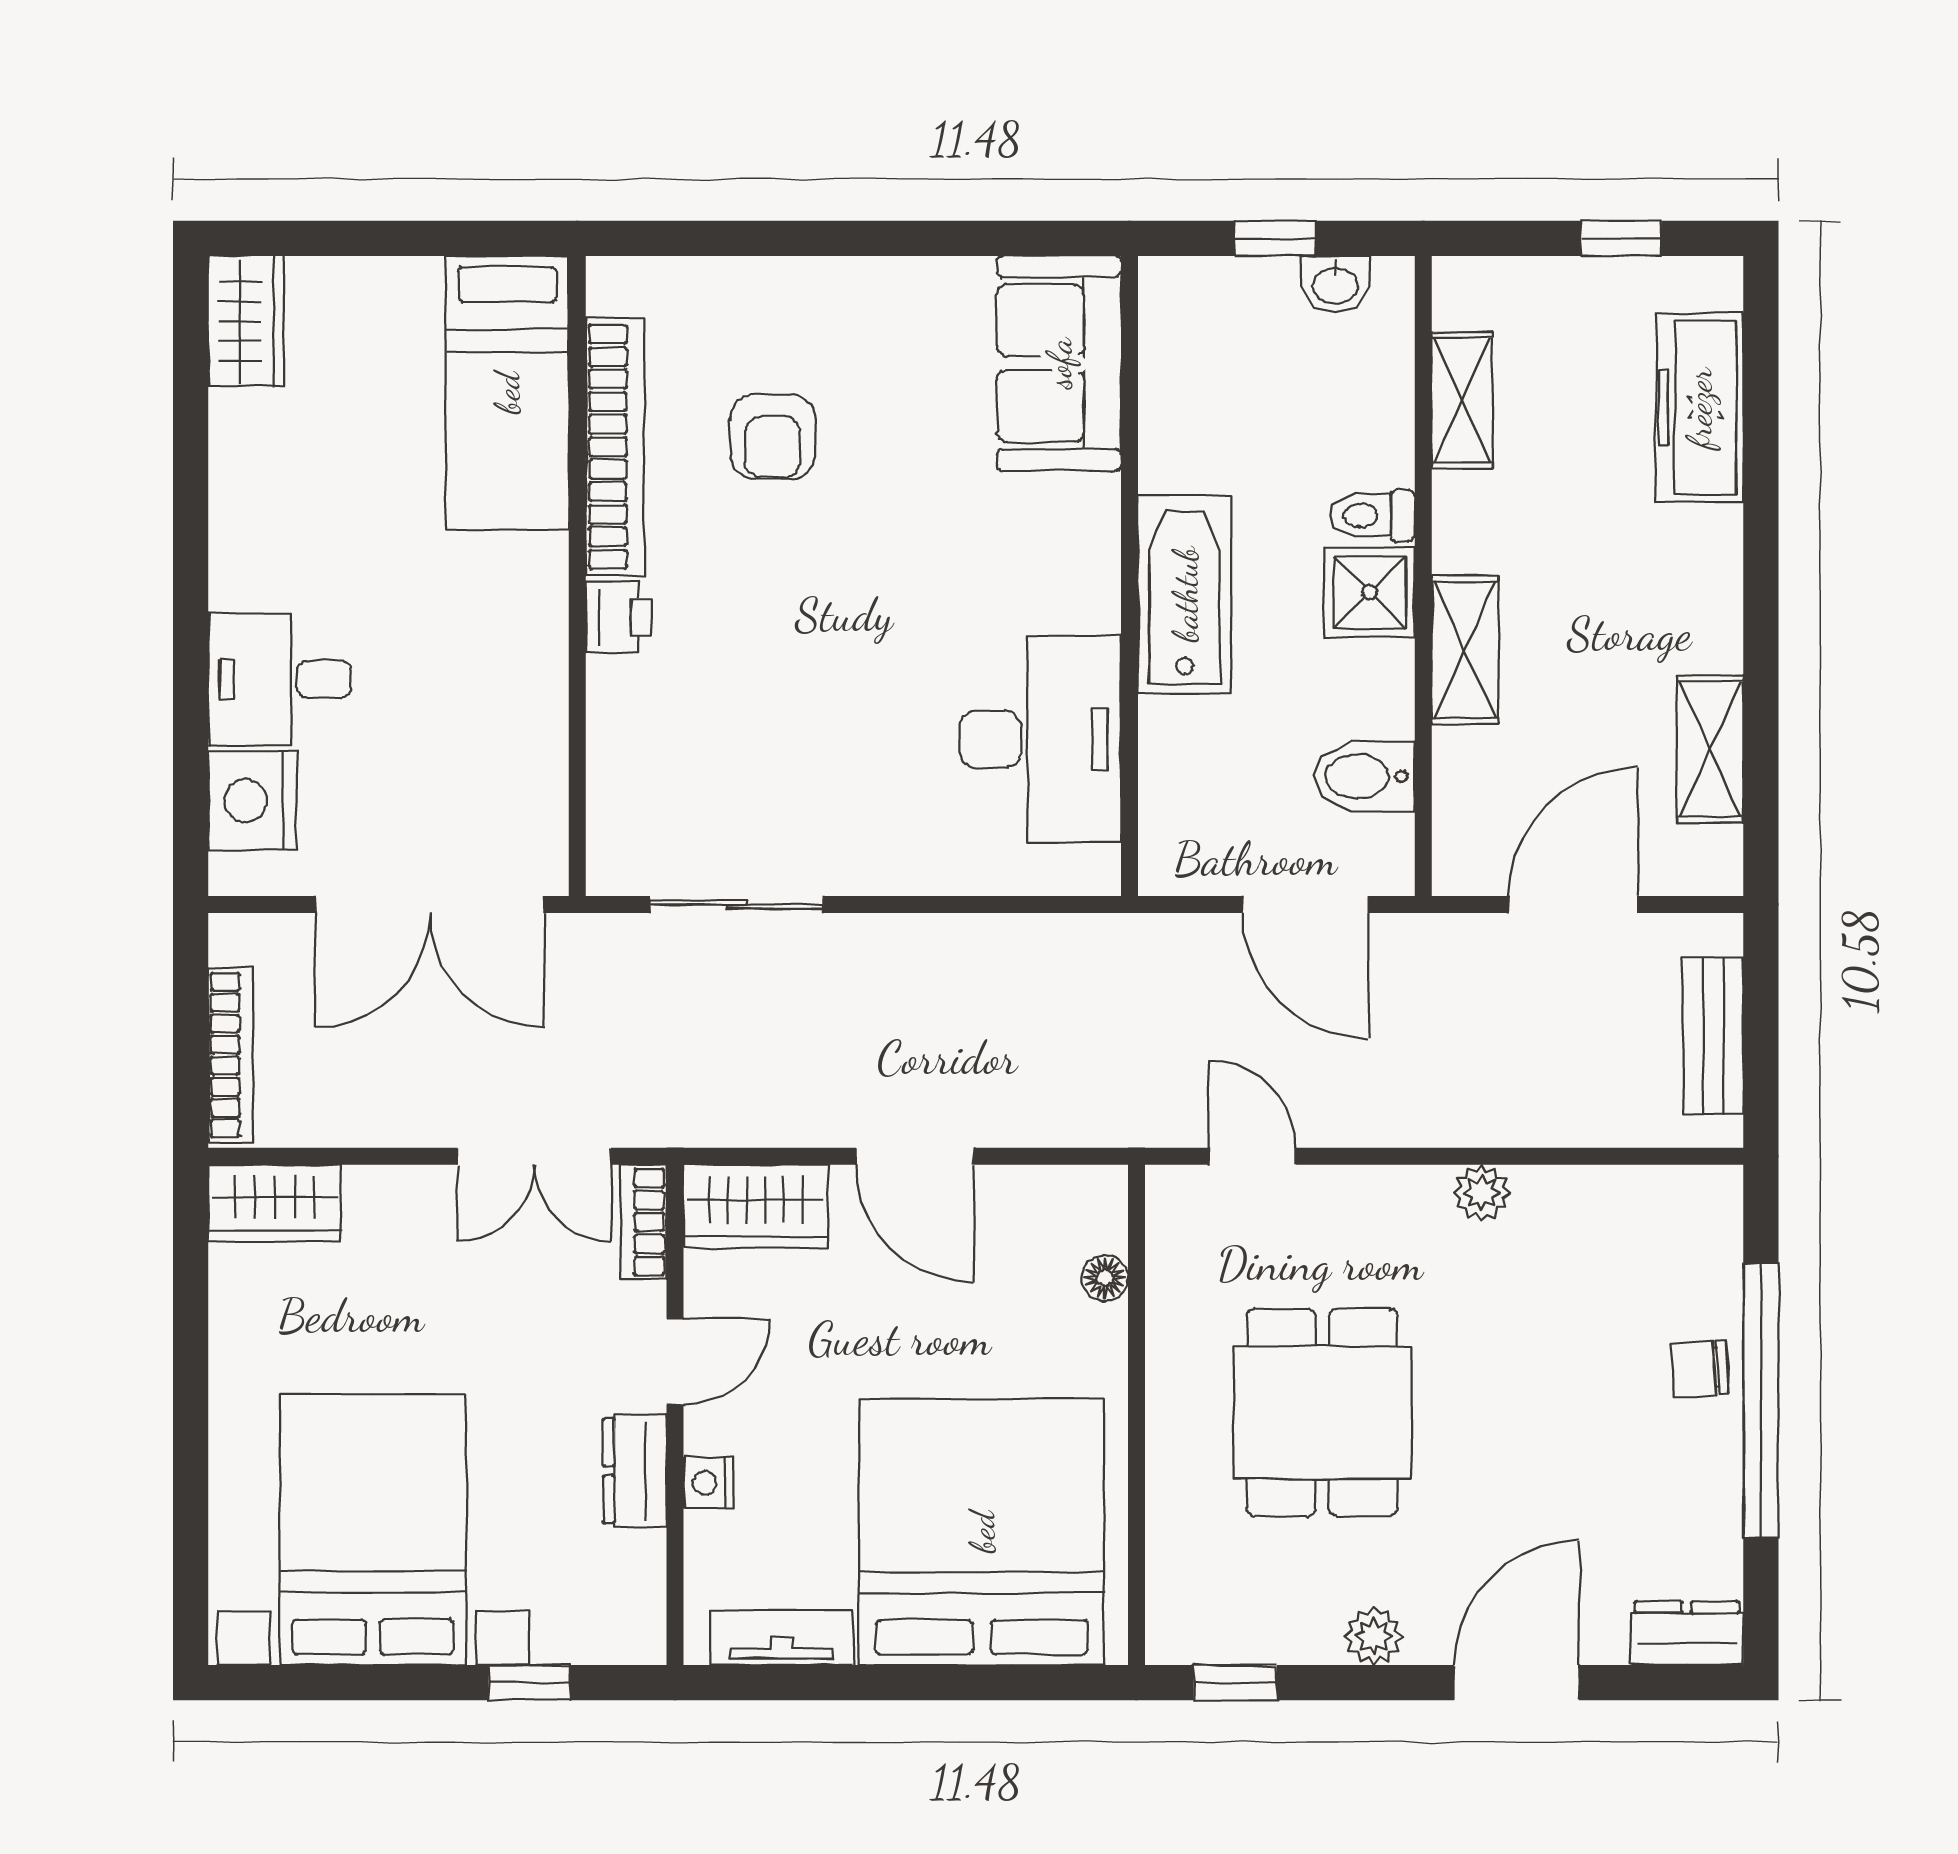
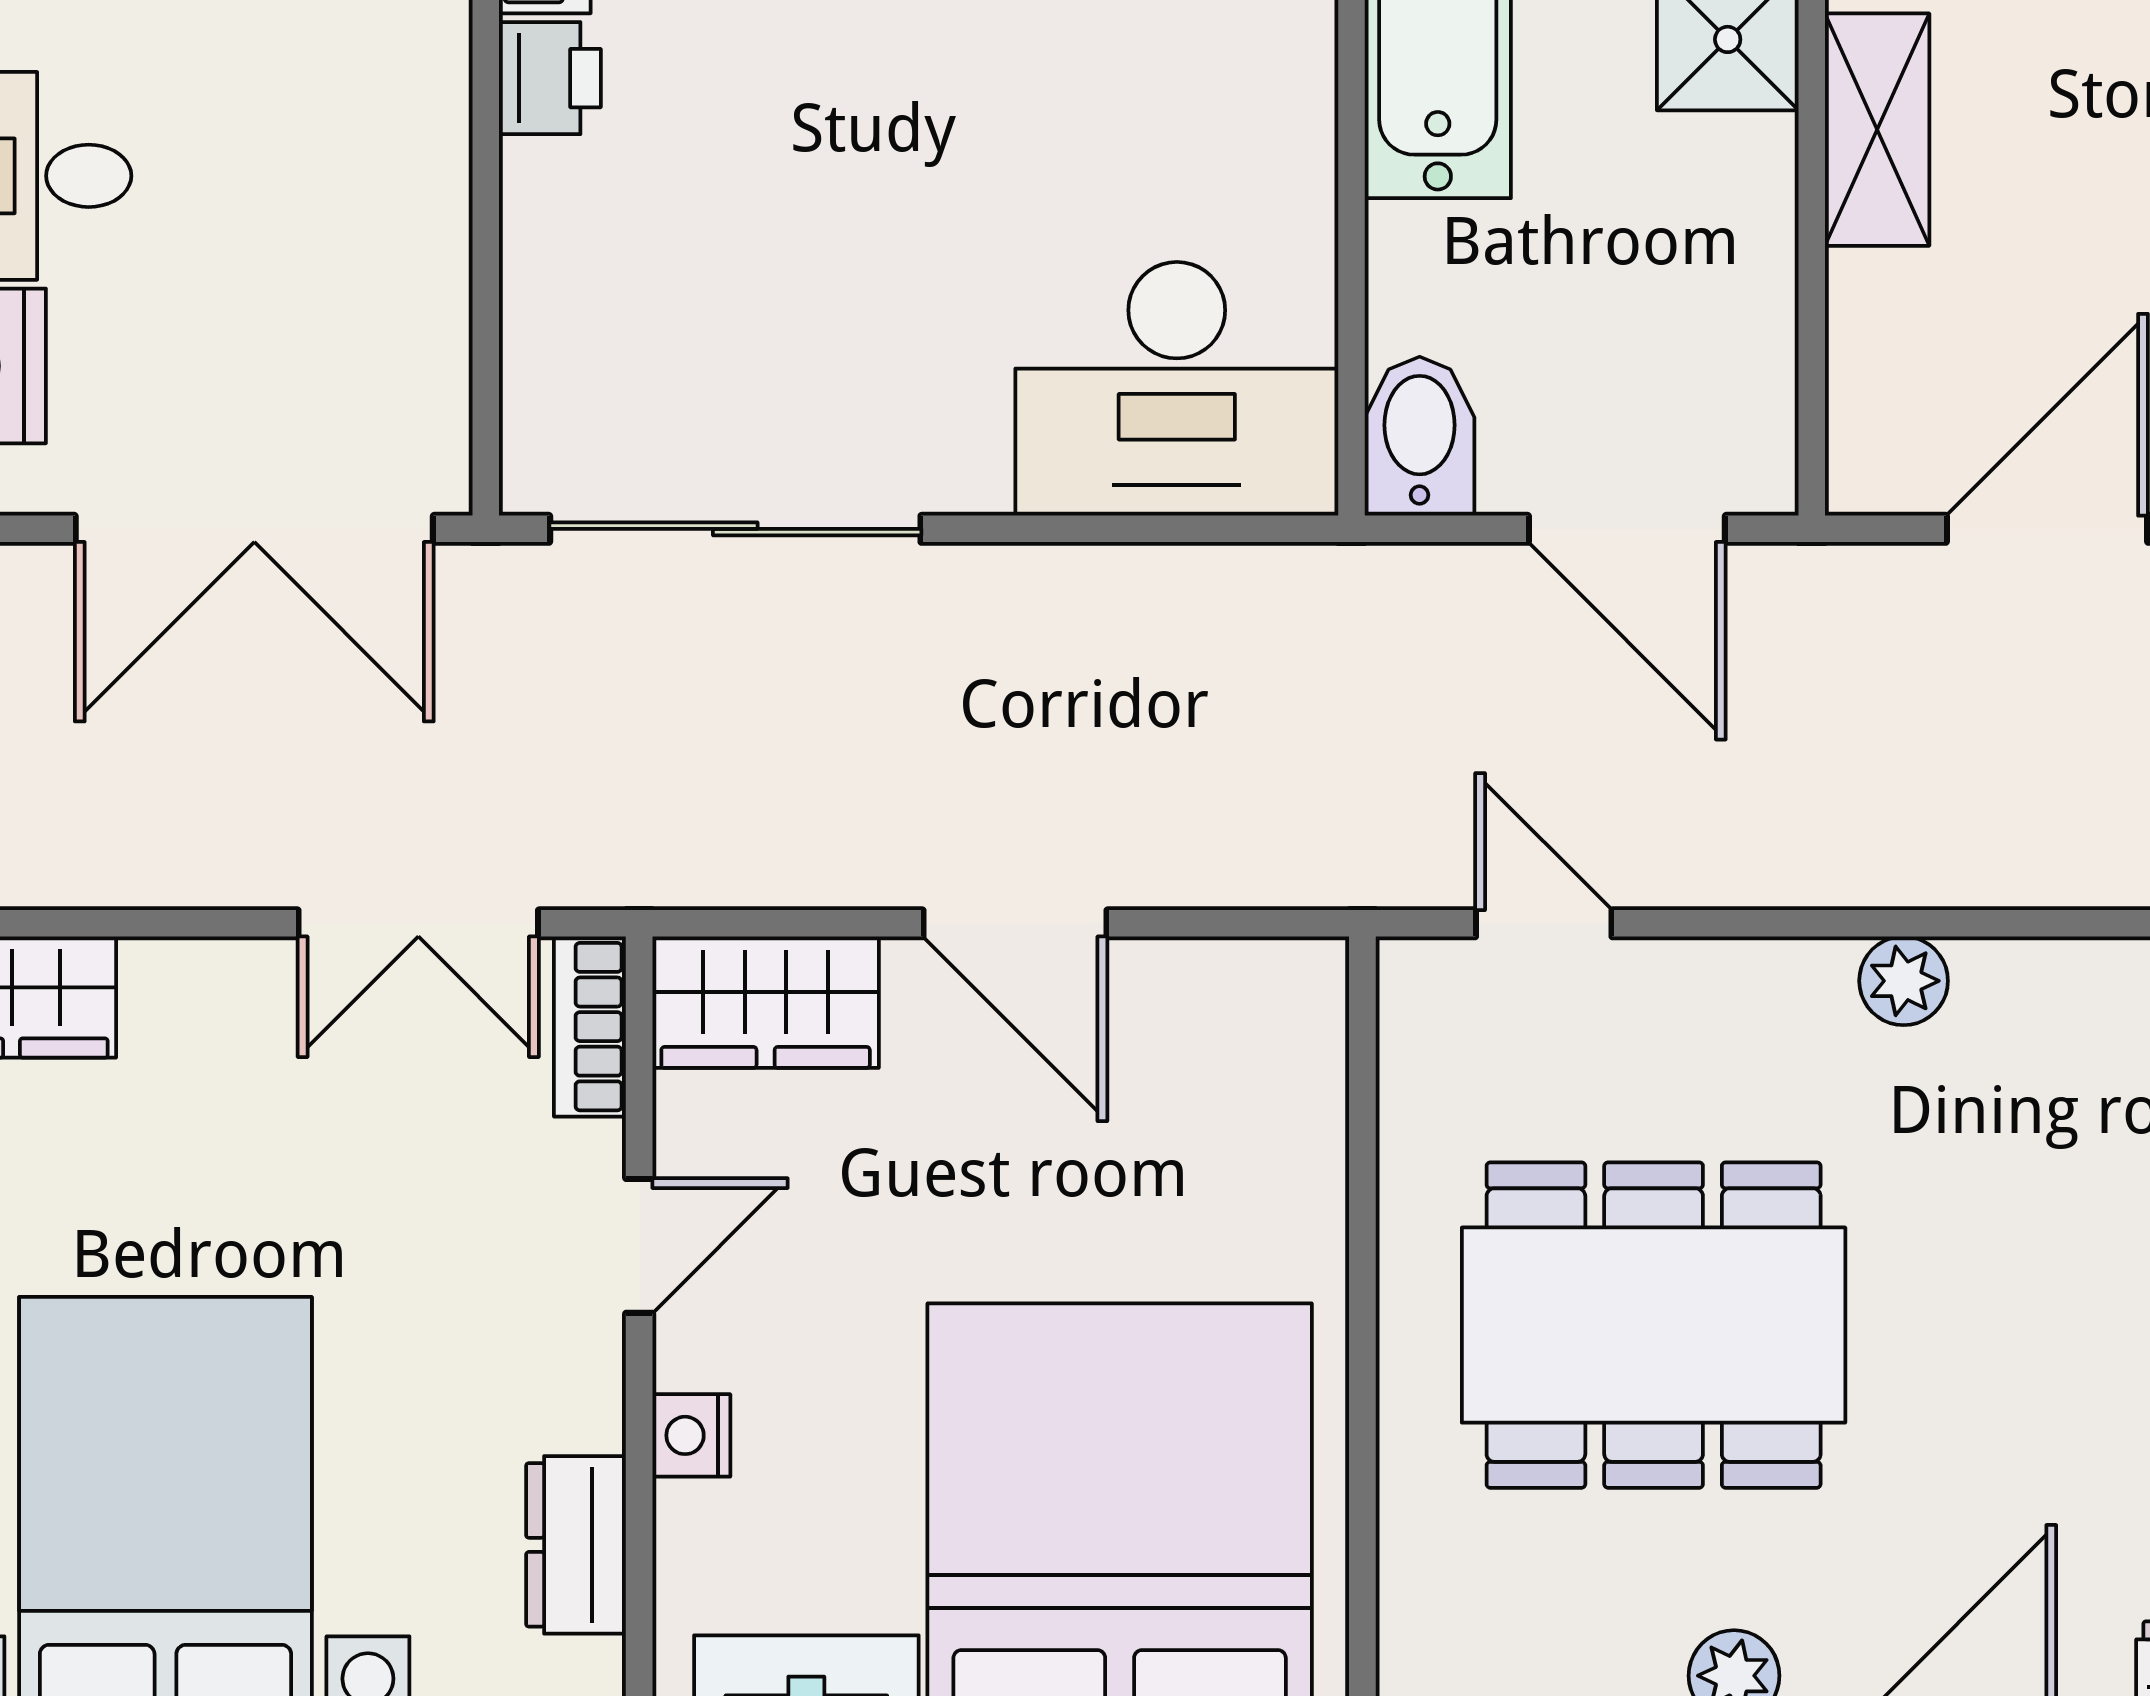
desk: (1040, 739) -> (1177, 389), moved, turned 90
bidet: (1364, 776) -> (1420, 436), moved, turned 90
sliding door: (736, 905) -> (735, 529), width x1.37
floor lamp: (1105, 1278) -> (1313, 1114), removed
dining table: (1322, 1412) -> (1654, 1325), width x1.38
dresser: (635, 1471) -> (576, 1545), moved

